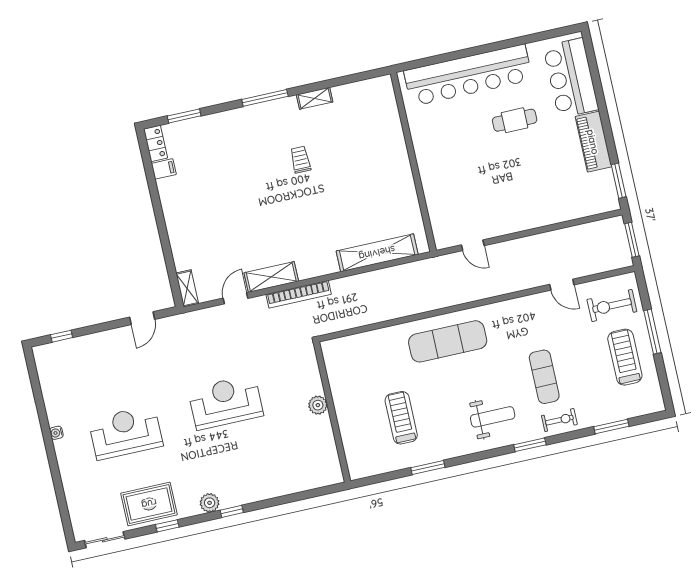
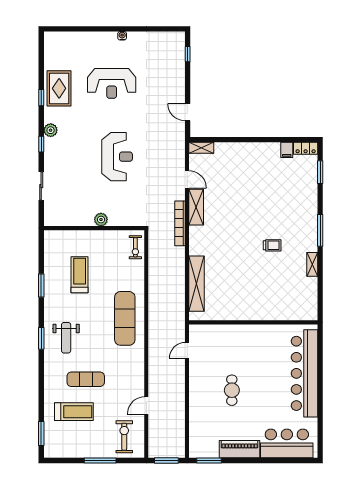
cafe table: (515, 120) -> (232, 390), moved
treadmill: (625, 357) -> (74, 412), moved
treadmill: (401, 418) -> (80, 275), turned -90
exercise bike: (559, 420) -> (135, 247), moved
window: (611, 427) -> (41, 434), moved
reception desk: (126, 433) -> (112, 83), turned 90
window: (530, 445) -> (41, 338), moved
sliding door: (105, 540) -> (41, 186), moved

